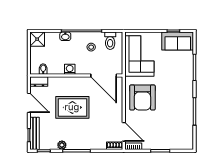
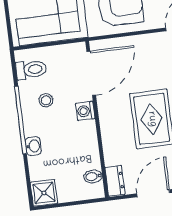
washing machine: (70, 69) -> (85, 111), moved

